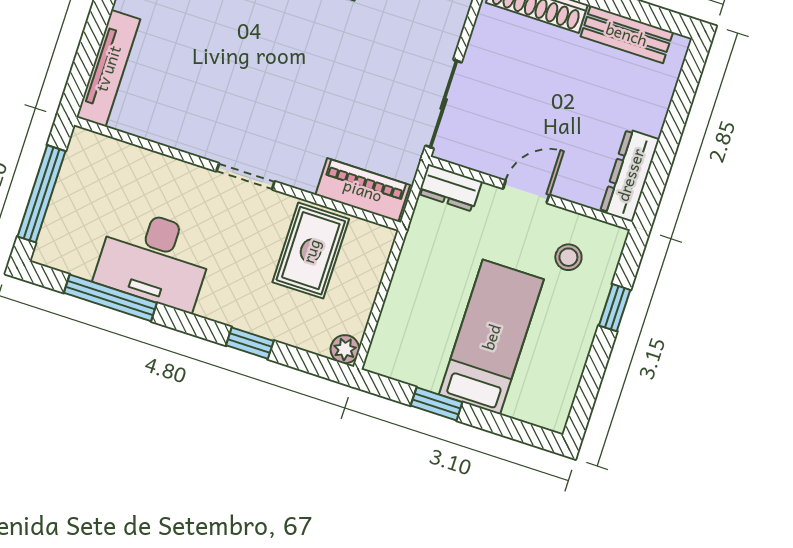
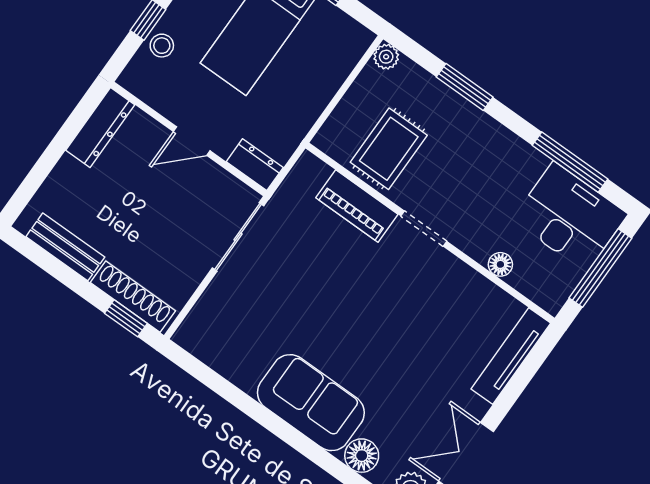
floor lamp: (151, 164) -> (500, 264), added
piano: (363, 190) -> (357, 206), moved
stool: (568, 257) -> (162, 46), moved
desk: (154, 259) -> (570, 217), moved
window: (250, 343) -> (465, 87), width x1.50

